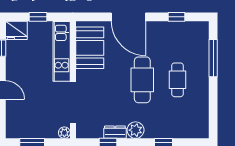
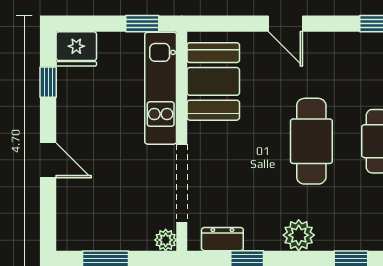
window: (38, 17) -> (142, 24), moved
door: (128, 17) -> (285, 24), width x0.53
dresser: (115, 132) -> (222, 239), moved

